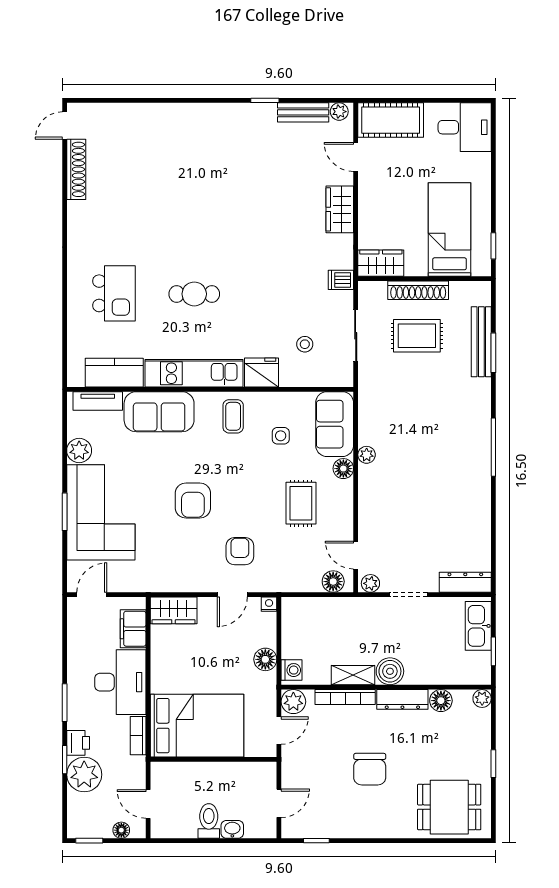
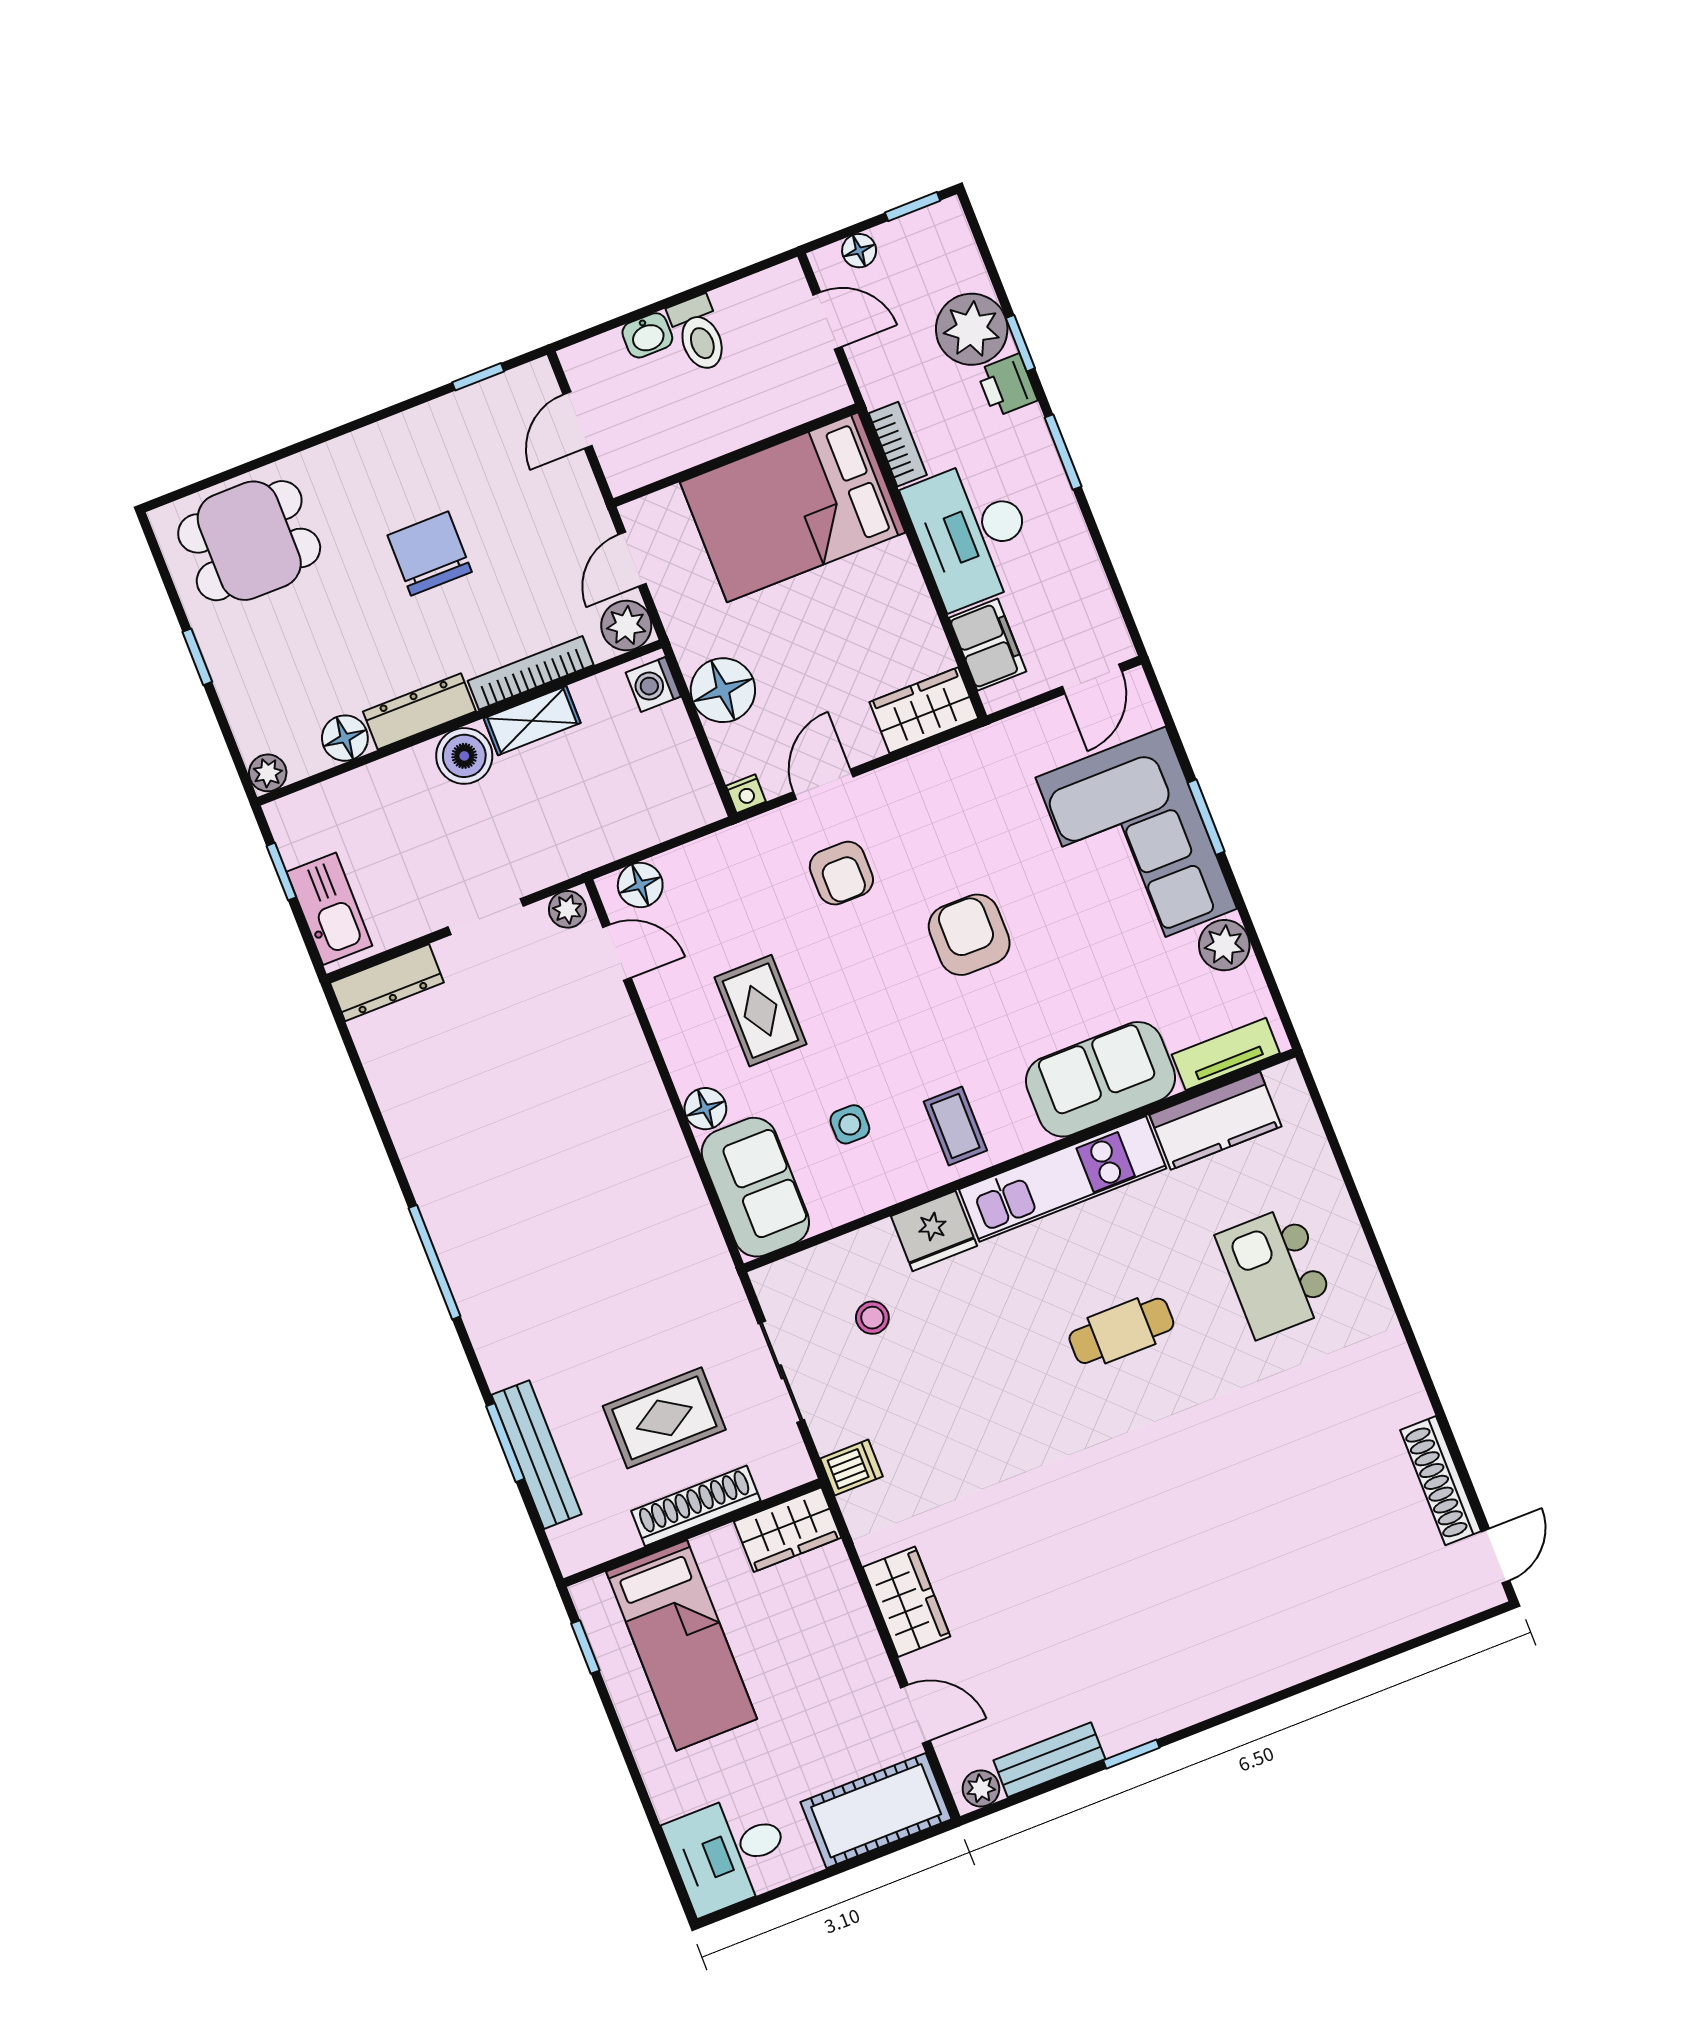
plant: (367, 455) -> (671, 1152), removed
floor lamp: (265, 659) -> (723, 690), width x1.38, depth x1.38

